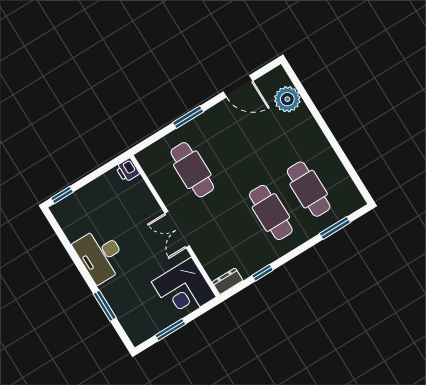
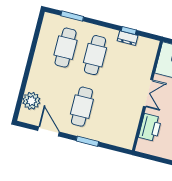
printer: (128, 170) -> (150, 127), moved, width x1.87, depth x1.48
cafe table: (192, 170) -> (82, 107), moved
dresser: (228, 281) -> (128, 38), moved

